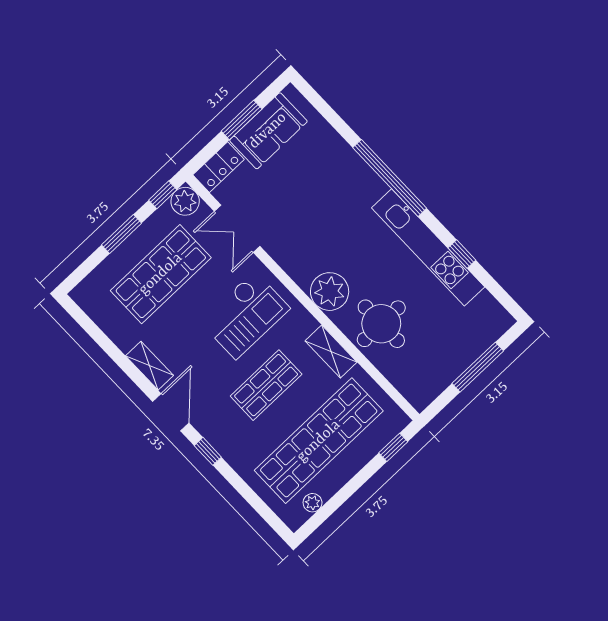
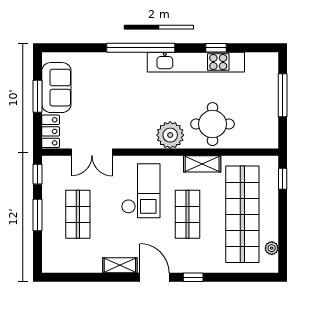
plant: (185, 201) -> (52, 166), removed
shop shelf: (161, 274) -> (78, 214), width x0.70, depth x0.74

